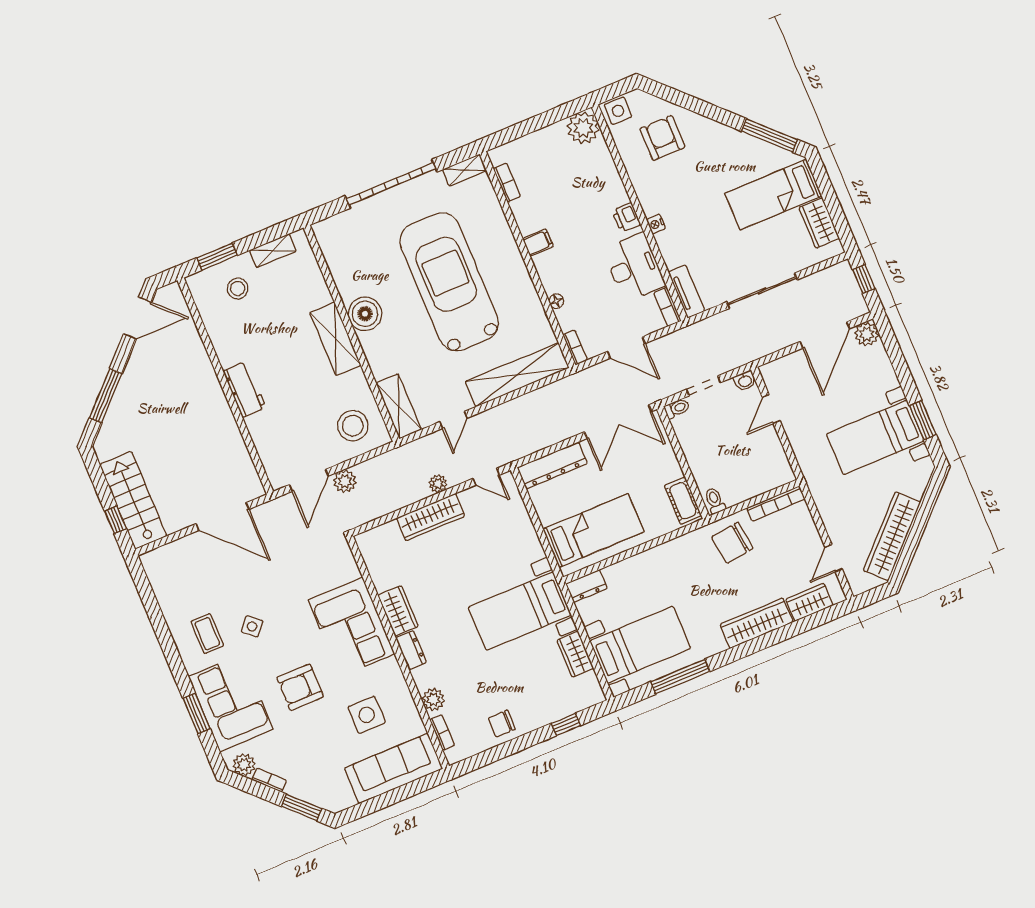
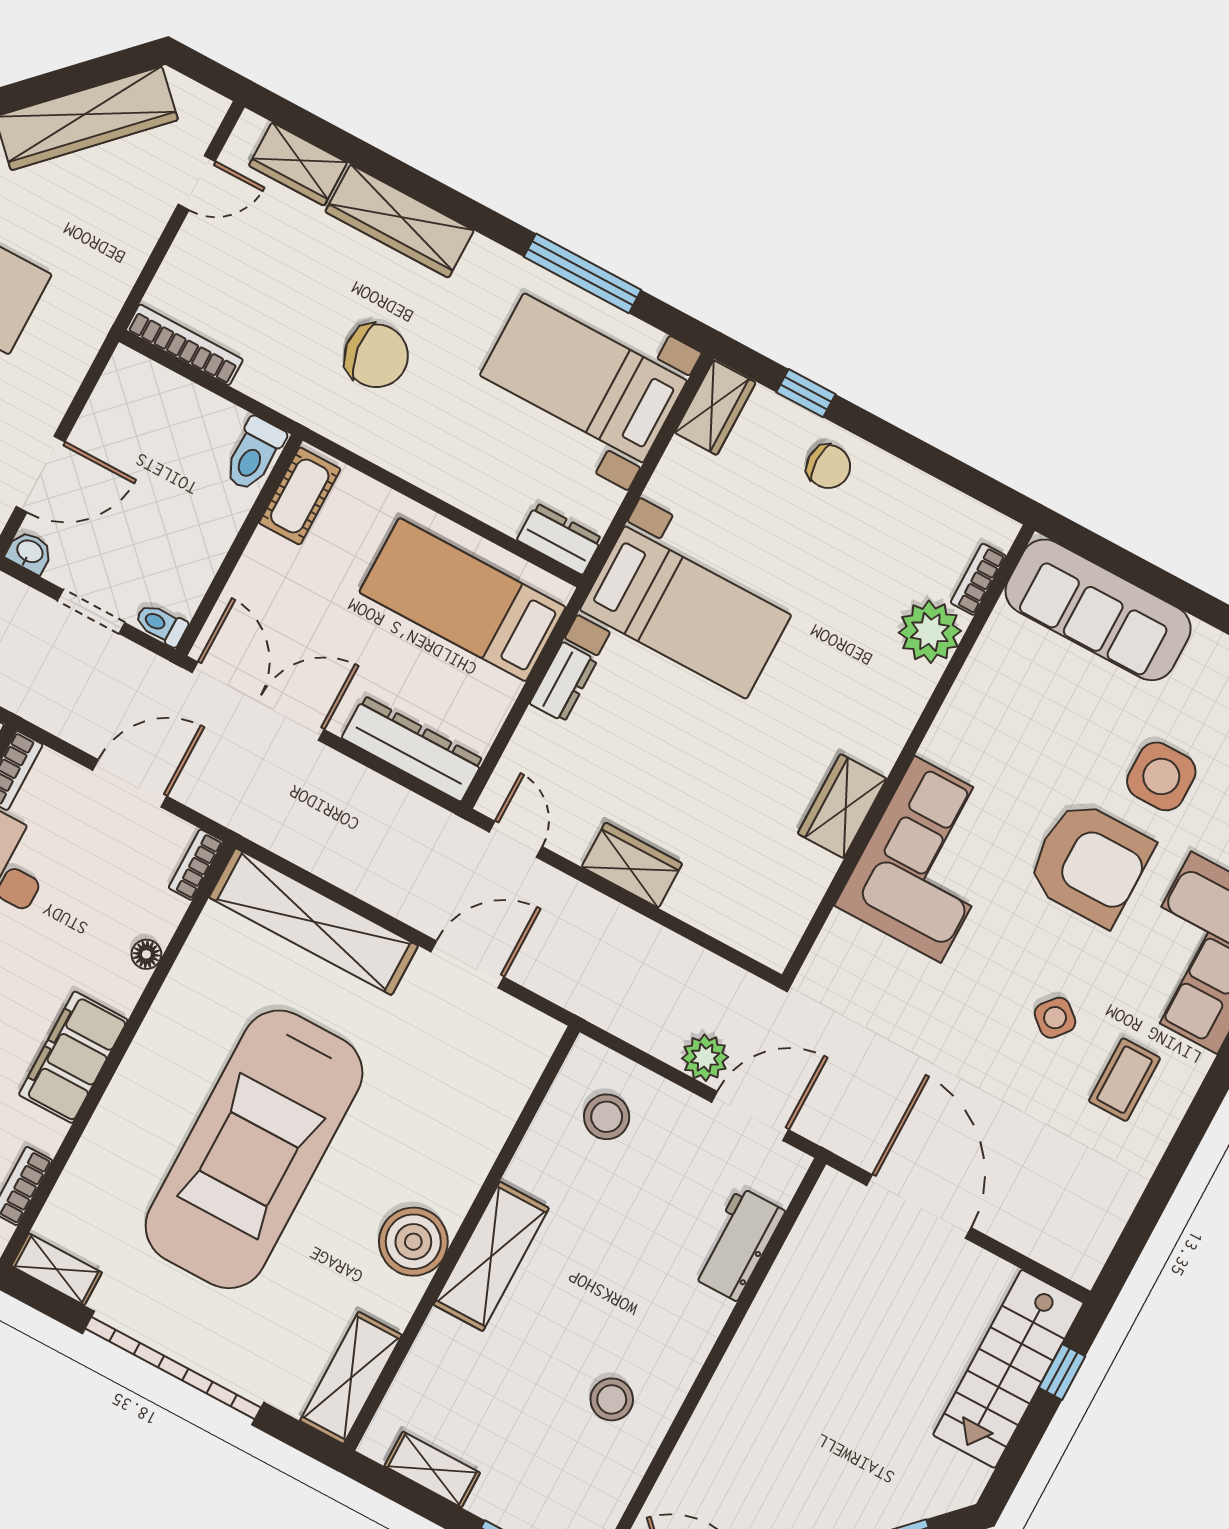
filing cabinet: (538, 242) -> (73, 1057), width x3.00, depth x1.17
stool: (238, 288) -> (612, 1399), moved
door: (626, 348) -> (130, 783), hinge flipped
workbench: (244, 389) -> (738, 1244), moved
shelving: (399, 406) -> (351, 1378), moved
door: (771, 409) -> (40, 474), width x1.38
door: (454, 420) -> (467, 964), width x1.38
stool: (353, 426) -> (607, 1117), width x0.73, depth x0.73
plant: (438, 484) -> (589, 907), removed
toilet: (715, 501) -> (254, 454), width x1.37, depth x1.39
wardrobe: (431, 517) -> (632, 865), width x0.67
chair: (732, 543) -> (376, 356), moved
dresser: (411, 650) -> (563, 682), moved, turned 180
wardrobe: (575, 654) -> (715, 408), moved
armchair: (300, 687) -> (1090, 863), width x1.36, depth x1.36
plant: (433, 699) -> (930, 632), width x1.36, depth x1.36
side table: (367, 715) -> (1161, 776), moved
chair: (502, 724) -> (828, 467), moved

